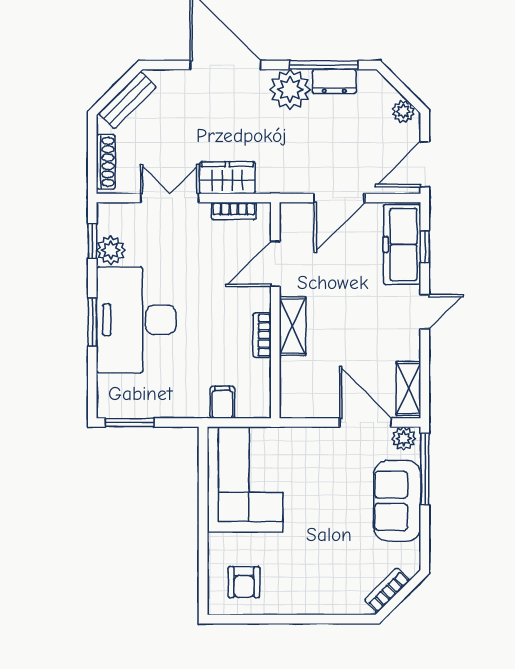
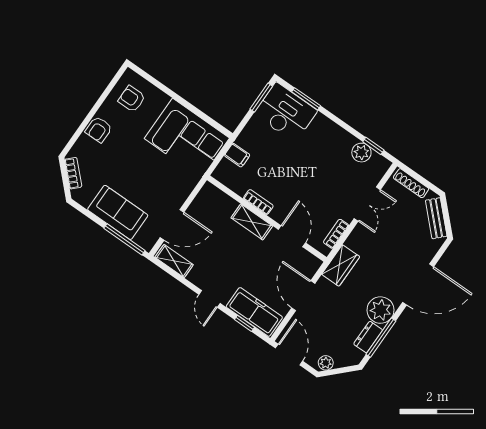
wardrobe: (227, 178) -> (341, 265), moved
desk: (136, 320) -> (286, 112), moved, width x0.73, depth x0.77
window: (92, 322) -> (306, 99), moved
plant: (404, 438) -> (149, 239), removed
armchair: (311, 597) -> (99, 130), added

